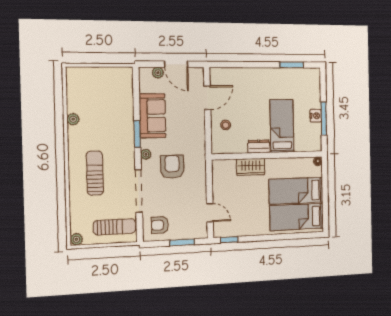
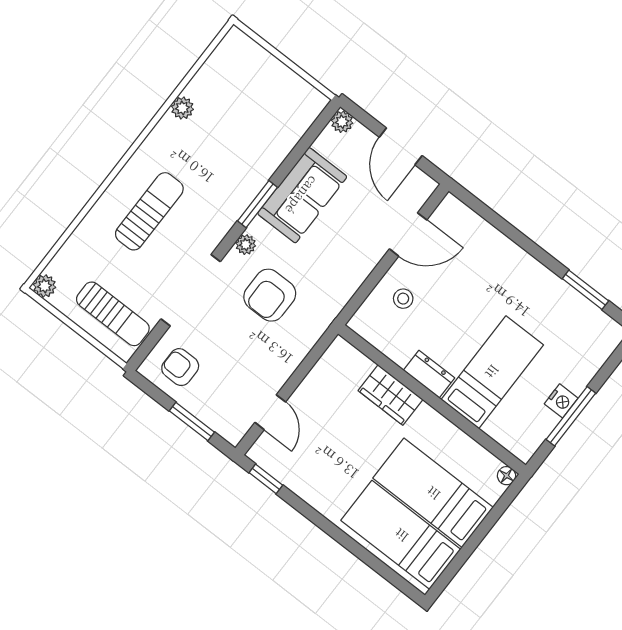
plant: (158, 73) -> (342, 122), moved
armchair: (172, 167) -> (270, 295), turned 180

